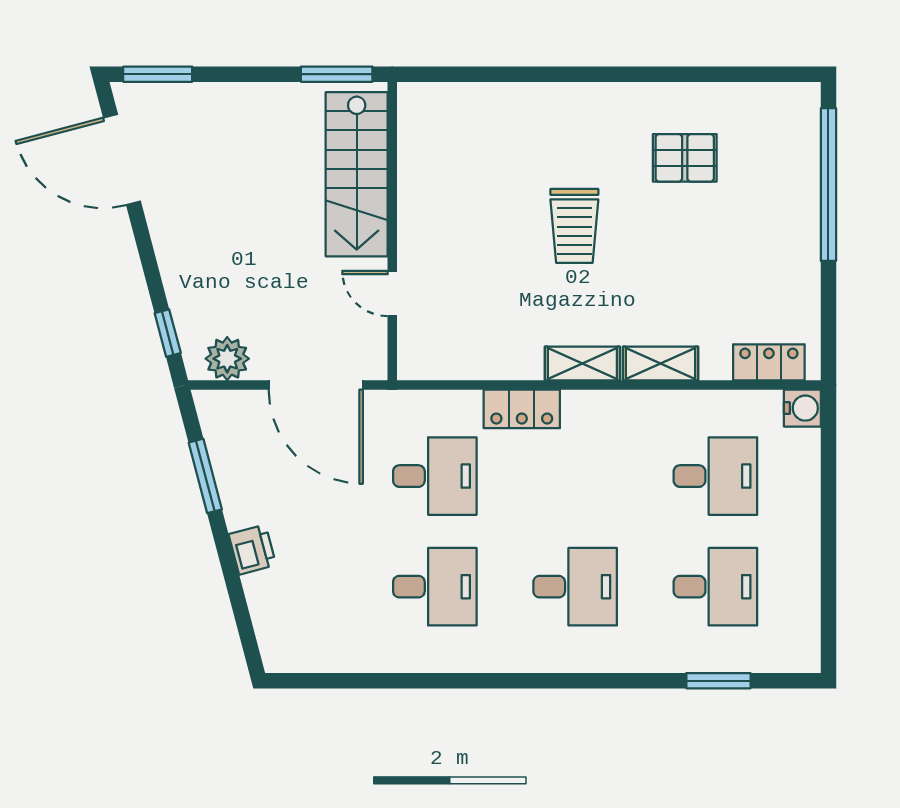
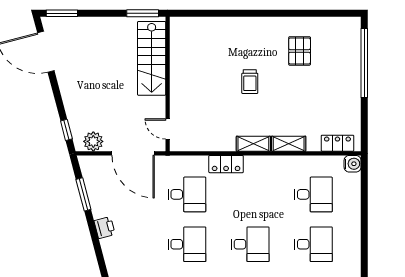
pallet: (685, 158) -> (300, 51), turned 90
trolley: (574, 226) -> (250, 82), width x0.73, depth x0.72
door: (392, 293) -> (168, 129), moved

